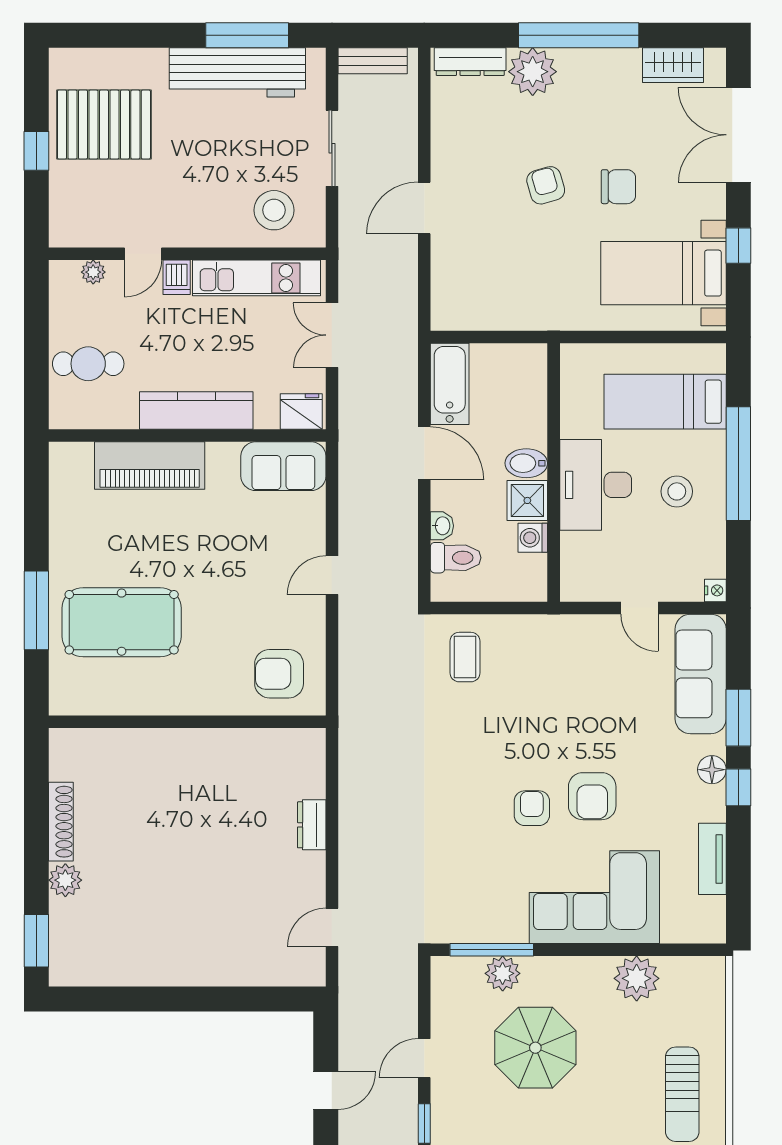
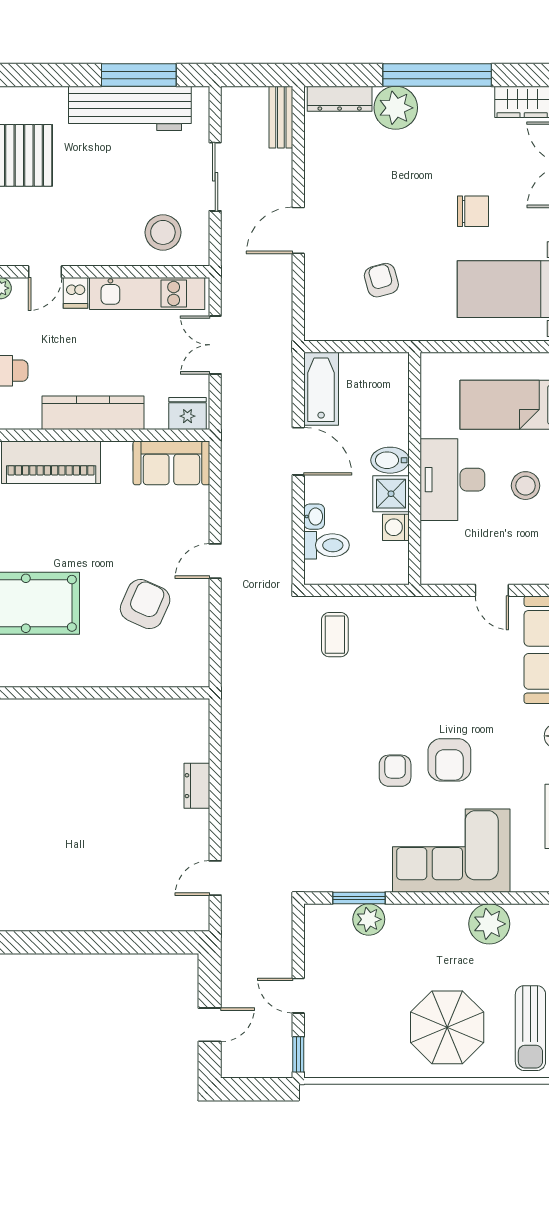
bench: (373, 61) -> (281, 117), moved, turned 90
armchair: (546, 185) -> (381, 280), moved
armchair: (279, 674) -> (145, 604), moved, turned 114
window: (492, 950) -> (359, 898), width x0.69
parasol: (535, 1048) -> (447, 1027), moved
door: (424, 1058) -> (298, 996), hinge flipped

